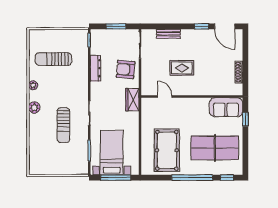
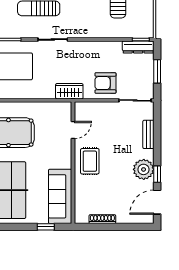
plant: (198, 38) -> (144, 169), added
dresser: (95, 68) -> (138, 47), moved
rug: (182, 68) -> (90, 161), moved
armchair: (126, 70) -> (105, 83), turned -95
sofa: (226, 107) -> (60, 196), width x1.36

